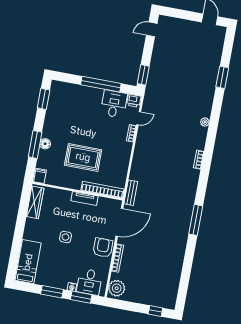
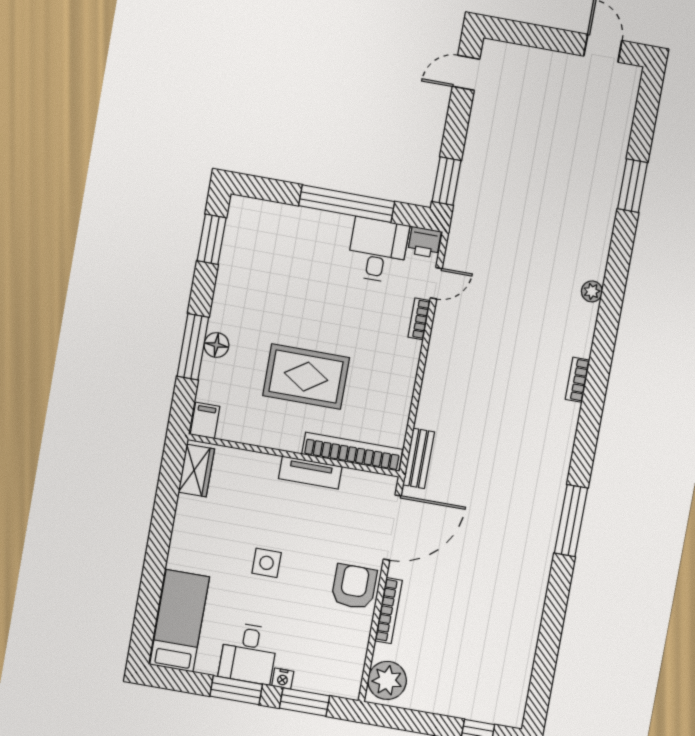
wardrobe: (35, 202) -> (196, 471), width x0.67
desk: (89, 282) -> (249, 653), moved

